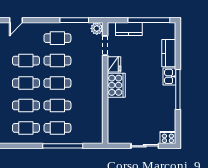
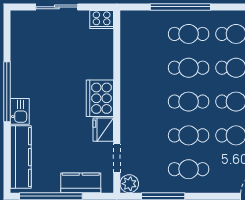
kitchen counter: (169, 53) -> (21, 157), width x1.50
cooker: (168, 138) -> (102, 19), moved

